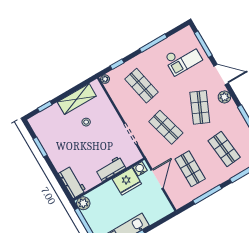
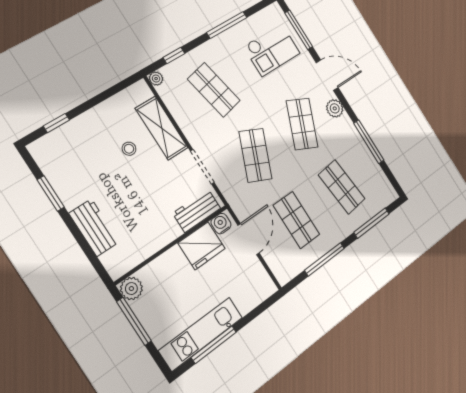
shelving: (77, 99) -> (162, 128), moved, turned 90
shop shelf: (166, 127) -> (255, 155), turned 39
workbench: (111, 169) -> (197, 211), moved
workbench: (72, 182) -> (94, 228), moved

